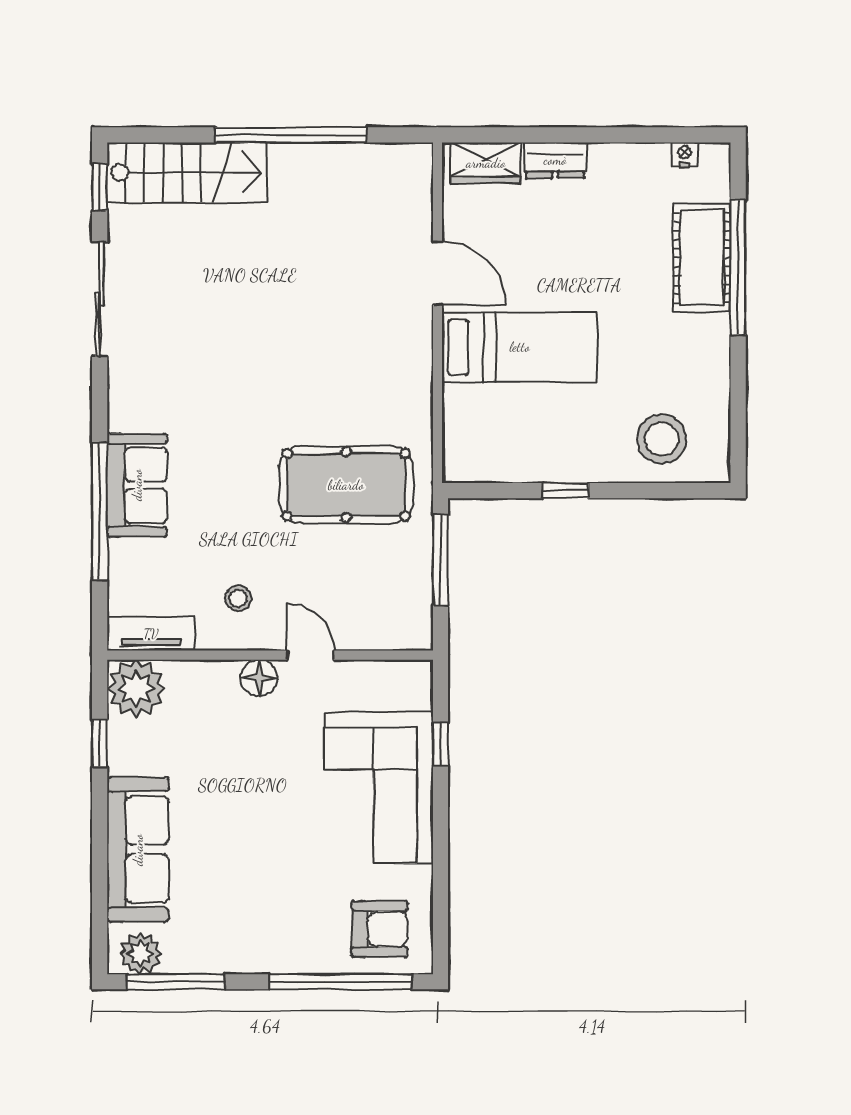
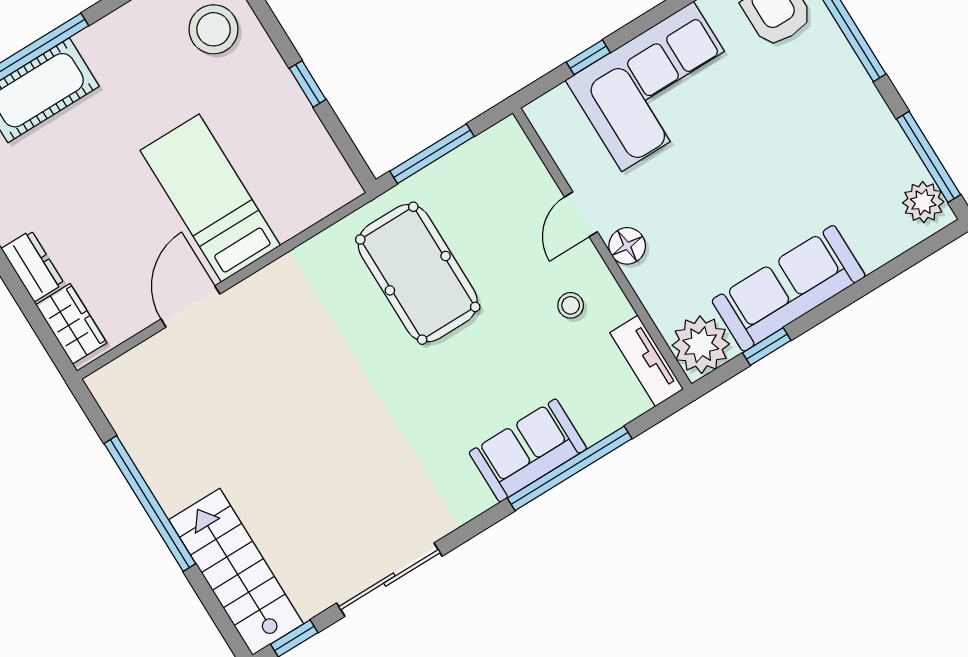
sofa: (138, 850) -> (789, 288), moved

